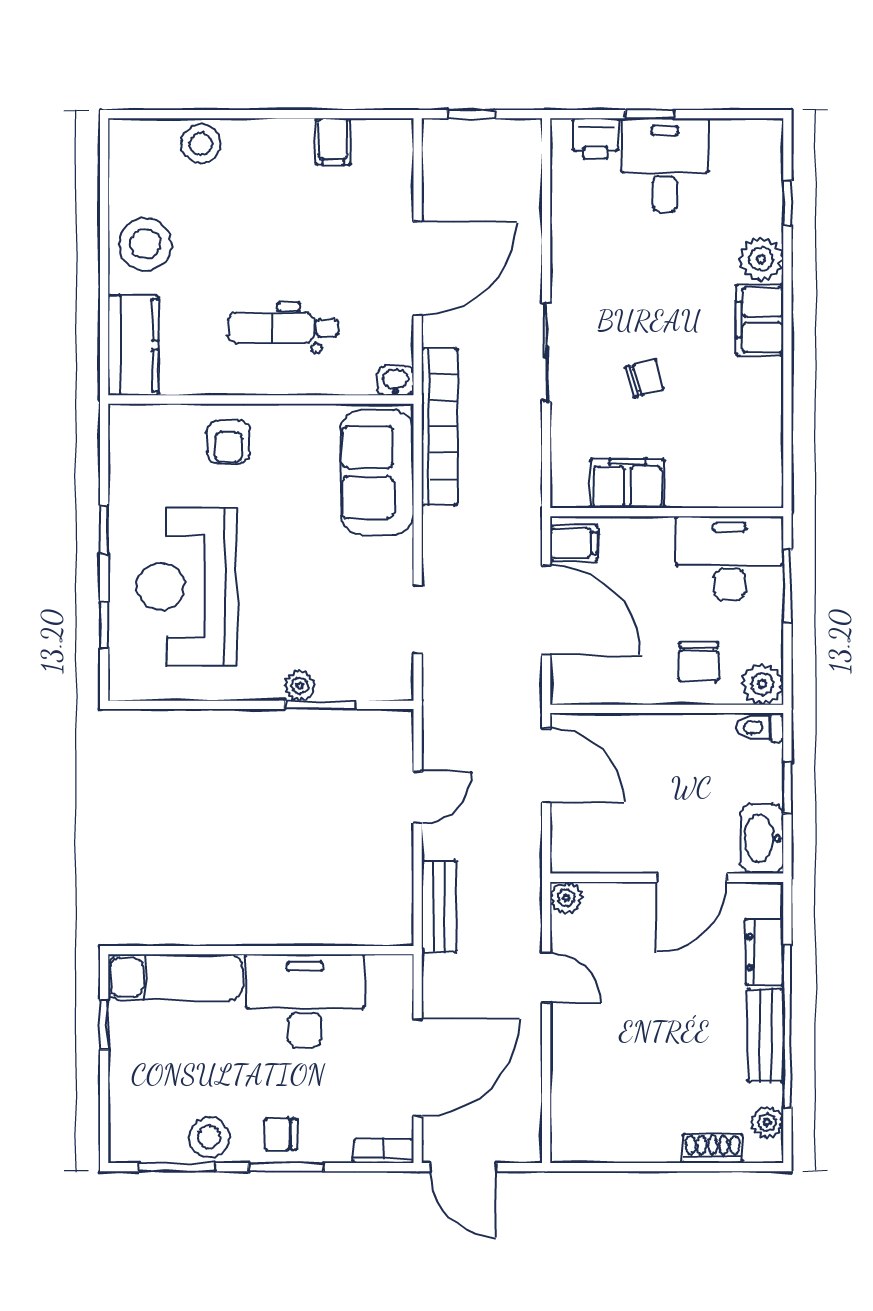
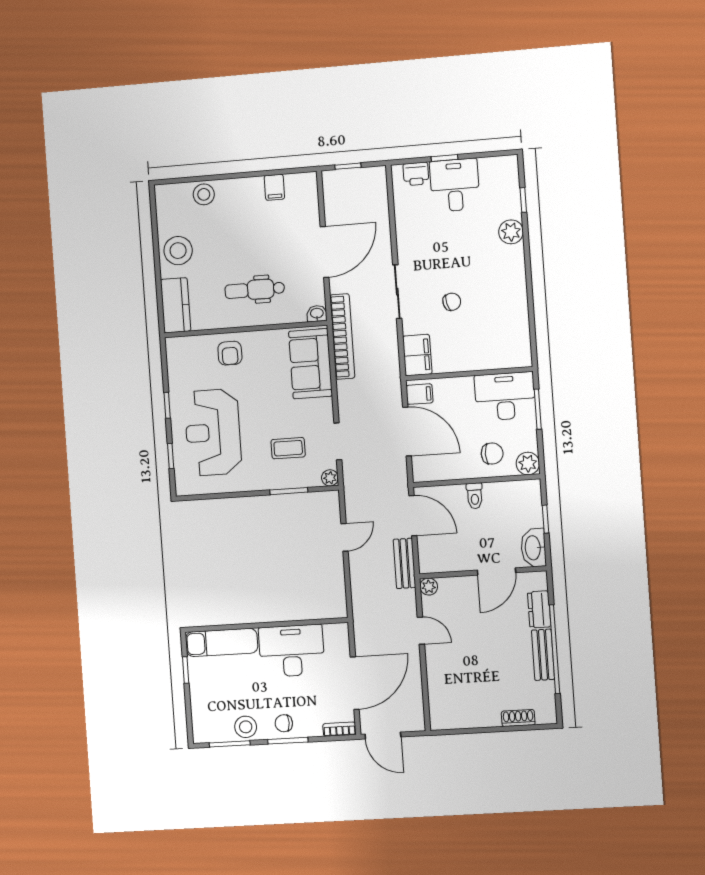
filing cabinet: (760, 320) -> (512, 265), removed
filing cabinet: (628, 483) -> (417, 355), moved, turned 90
coffee table: (325, 625) -> (288, 448), added
chair: (699, 661) -> (492, 454), turned -90
plant: (300, 686) -> (330, 478), moved
toilet: (760, 727) -> (475, 496), moved, turned -90
bench: (439, 907) -> (404, 563), moved
plant: (767, 1122) -> (547, 702), removed

